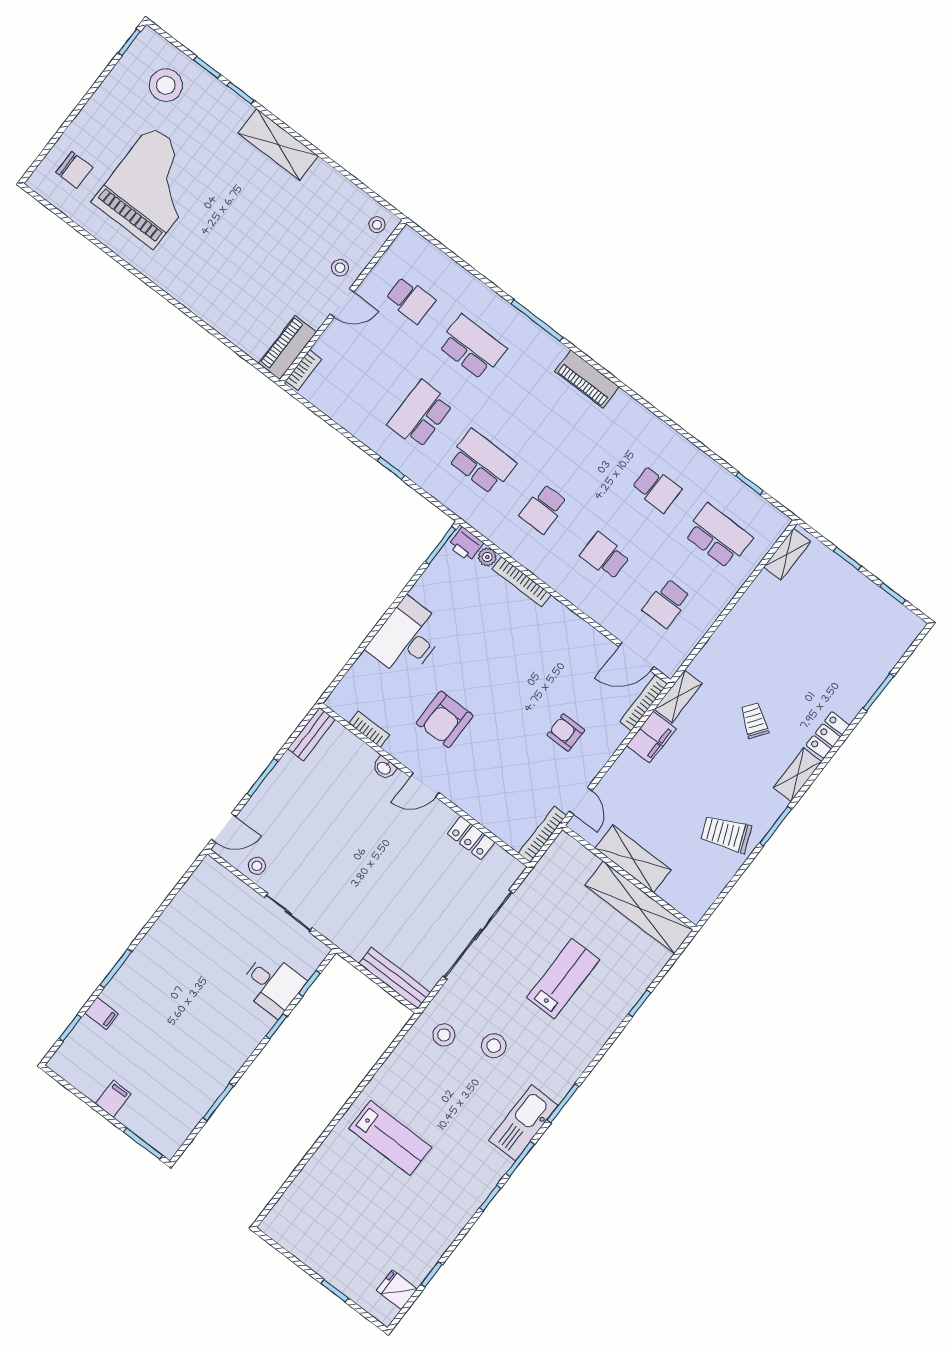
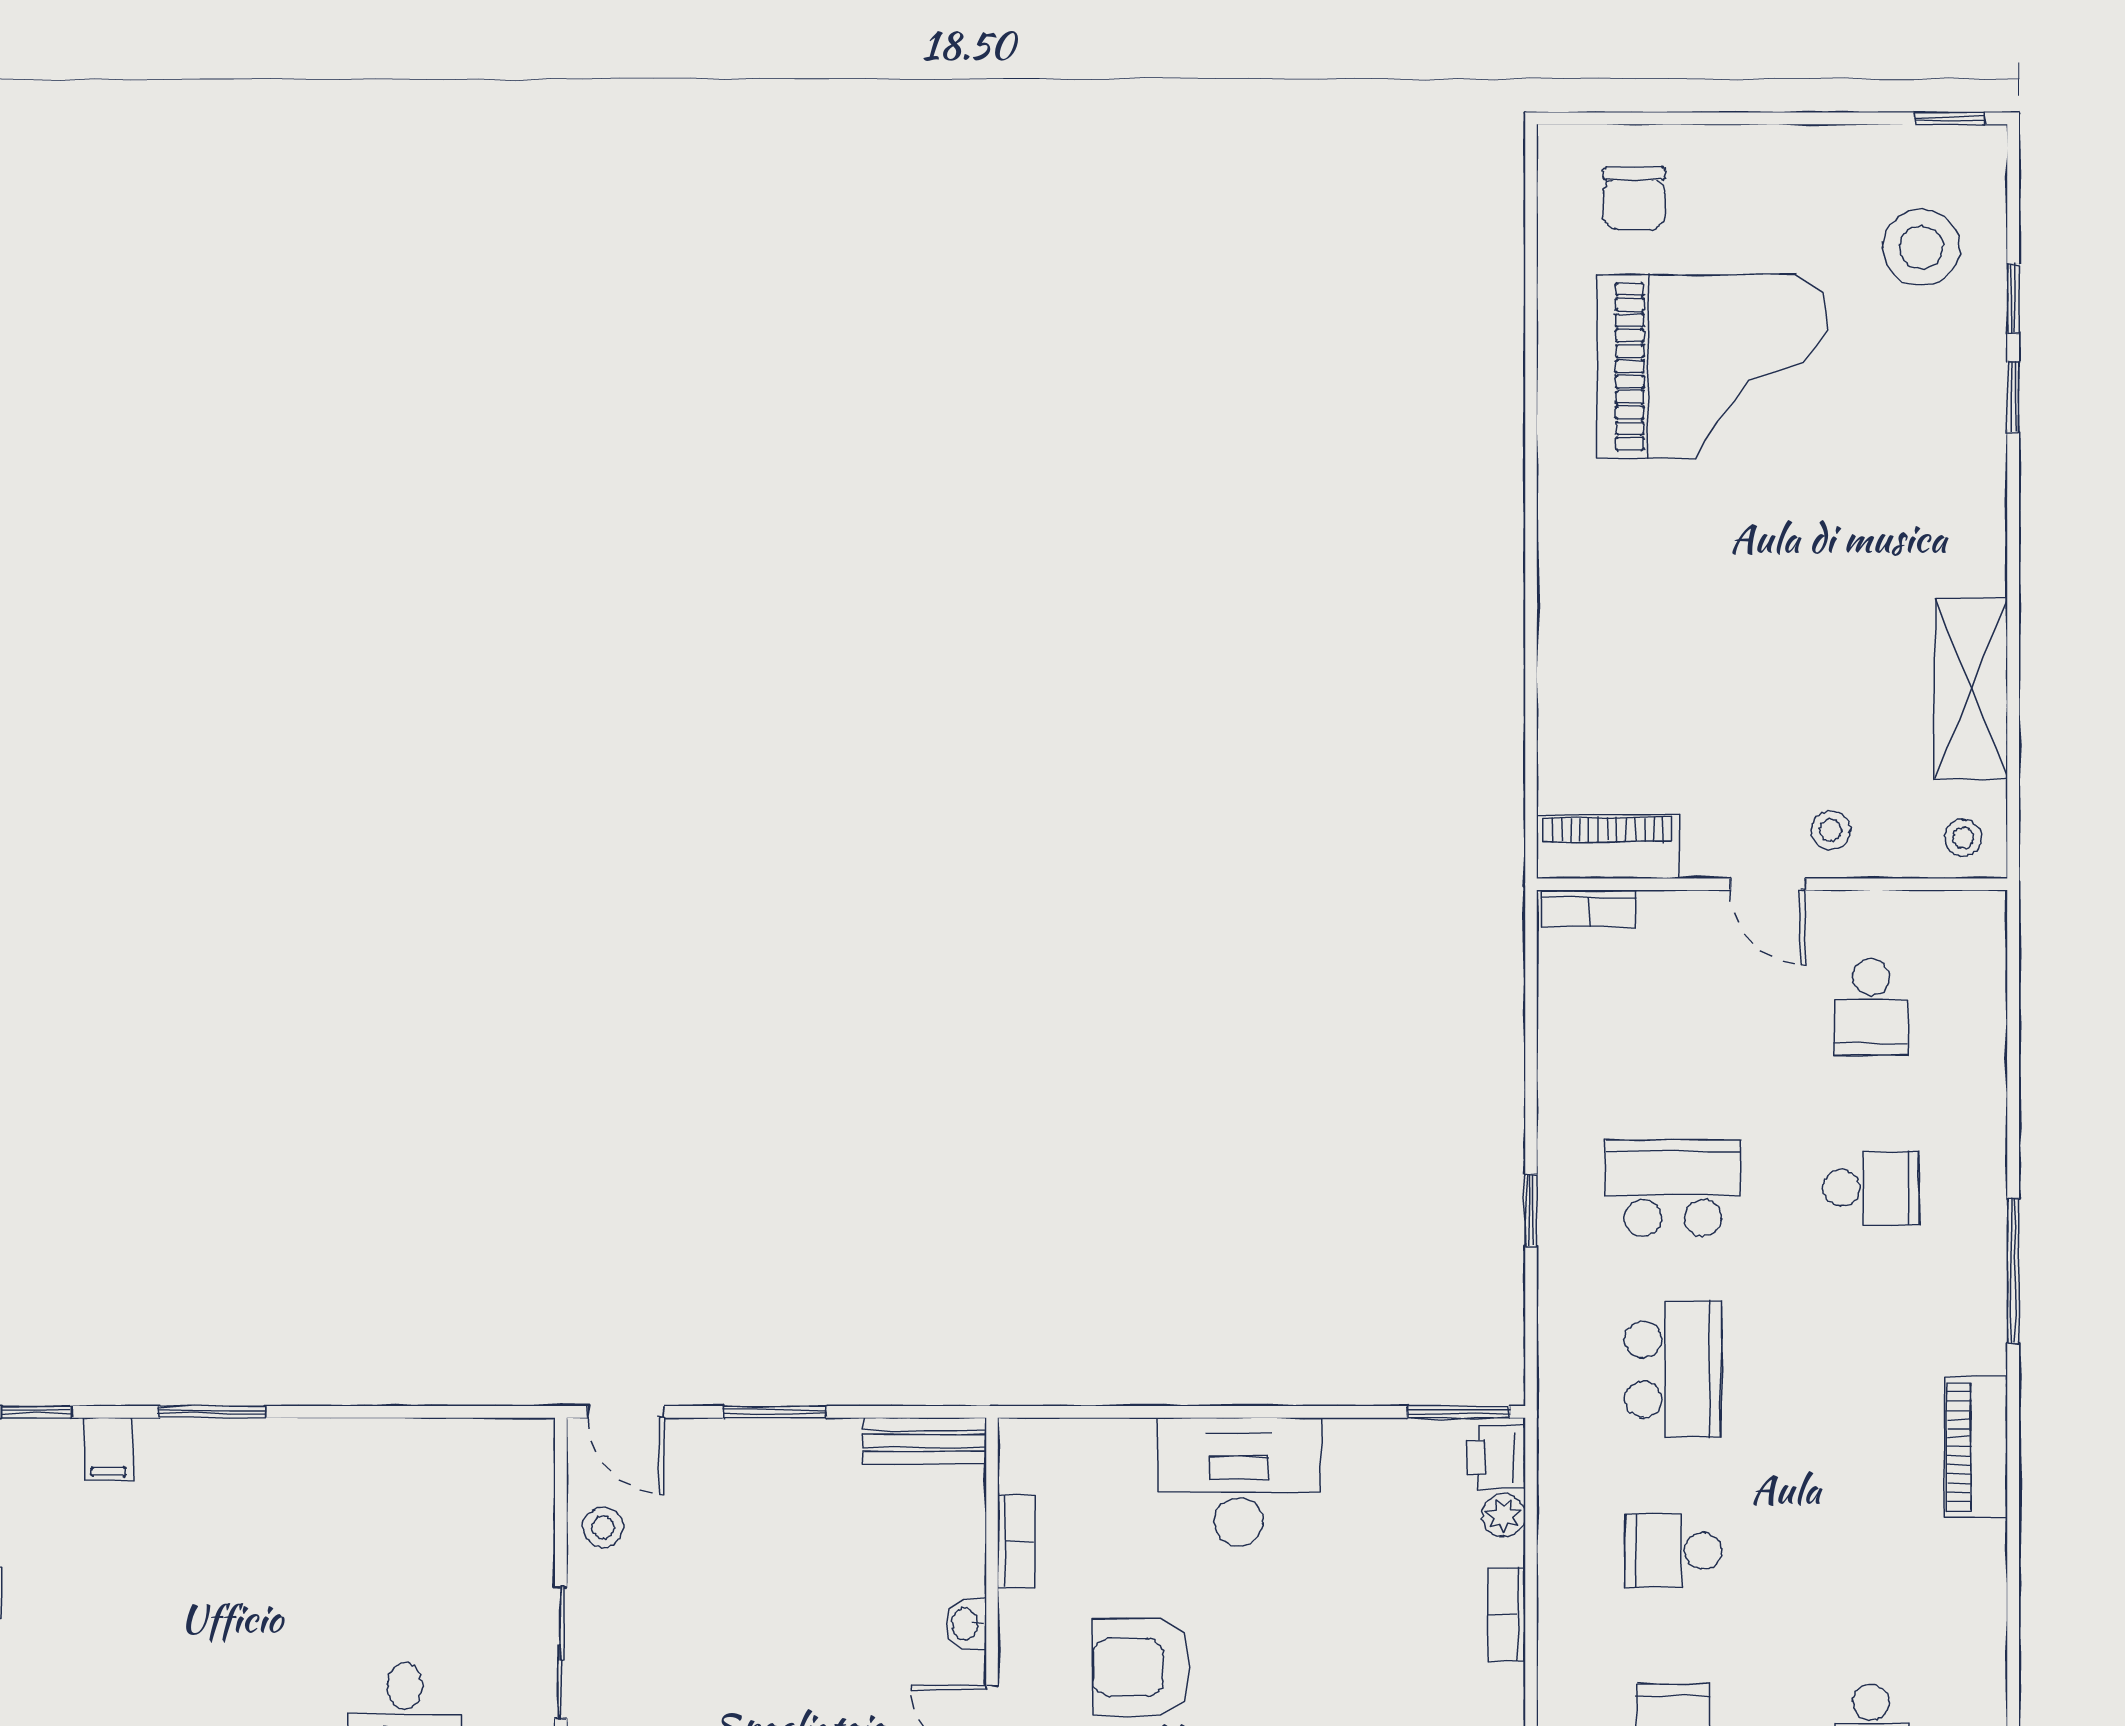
shelving: (278, 145) -> (1971, 689), moved
school desk: (472, 347) -> (1871, 1188), width x0.54
bookcase: (522, 582) -> (1507, 1614), width x0.64

